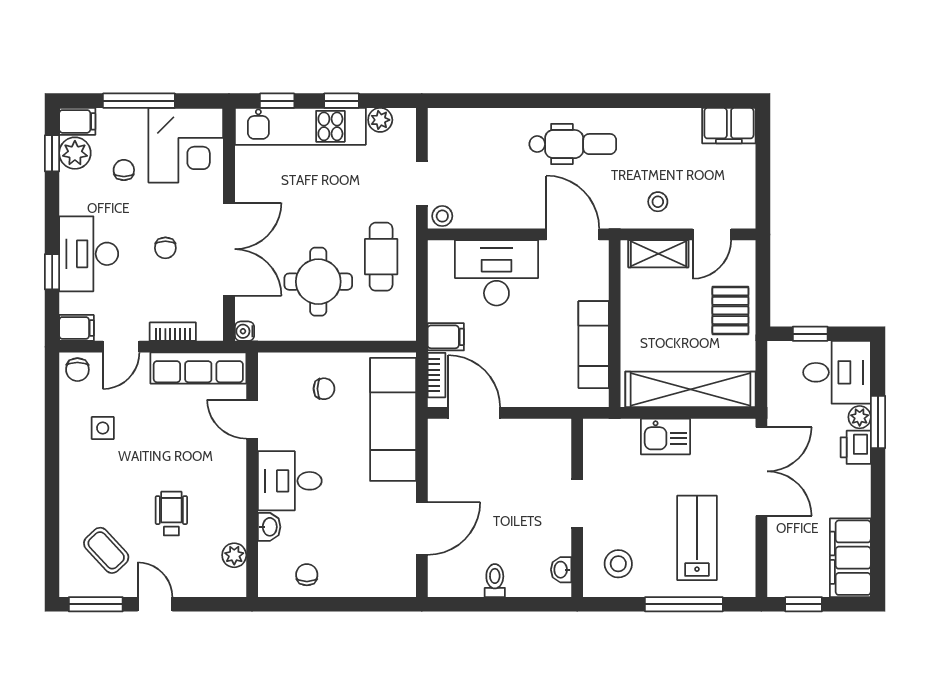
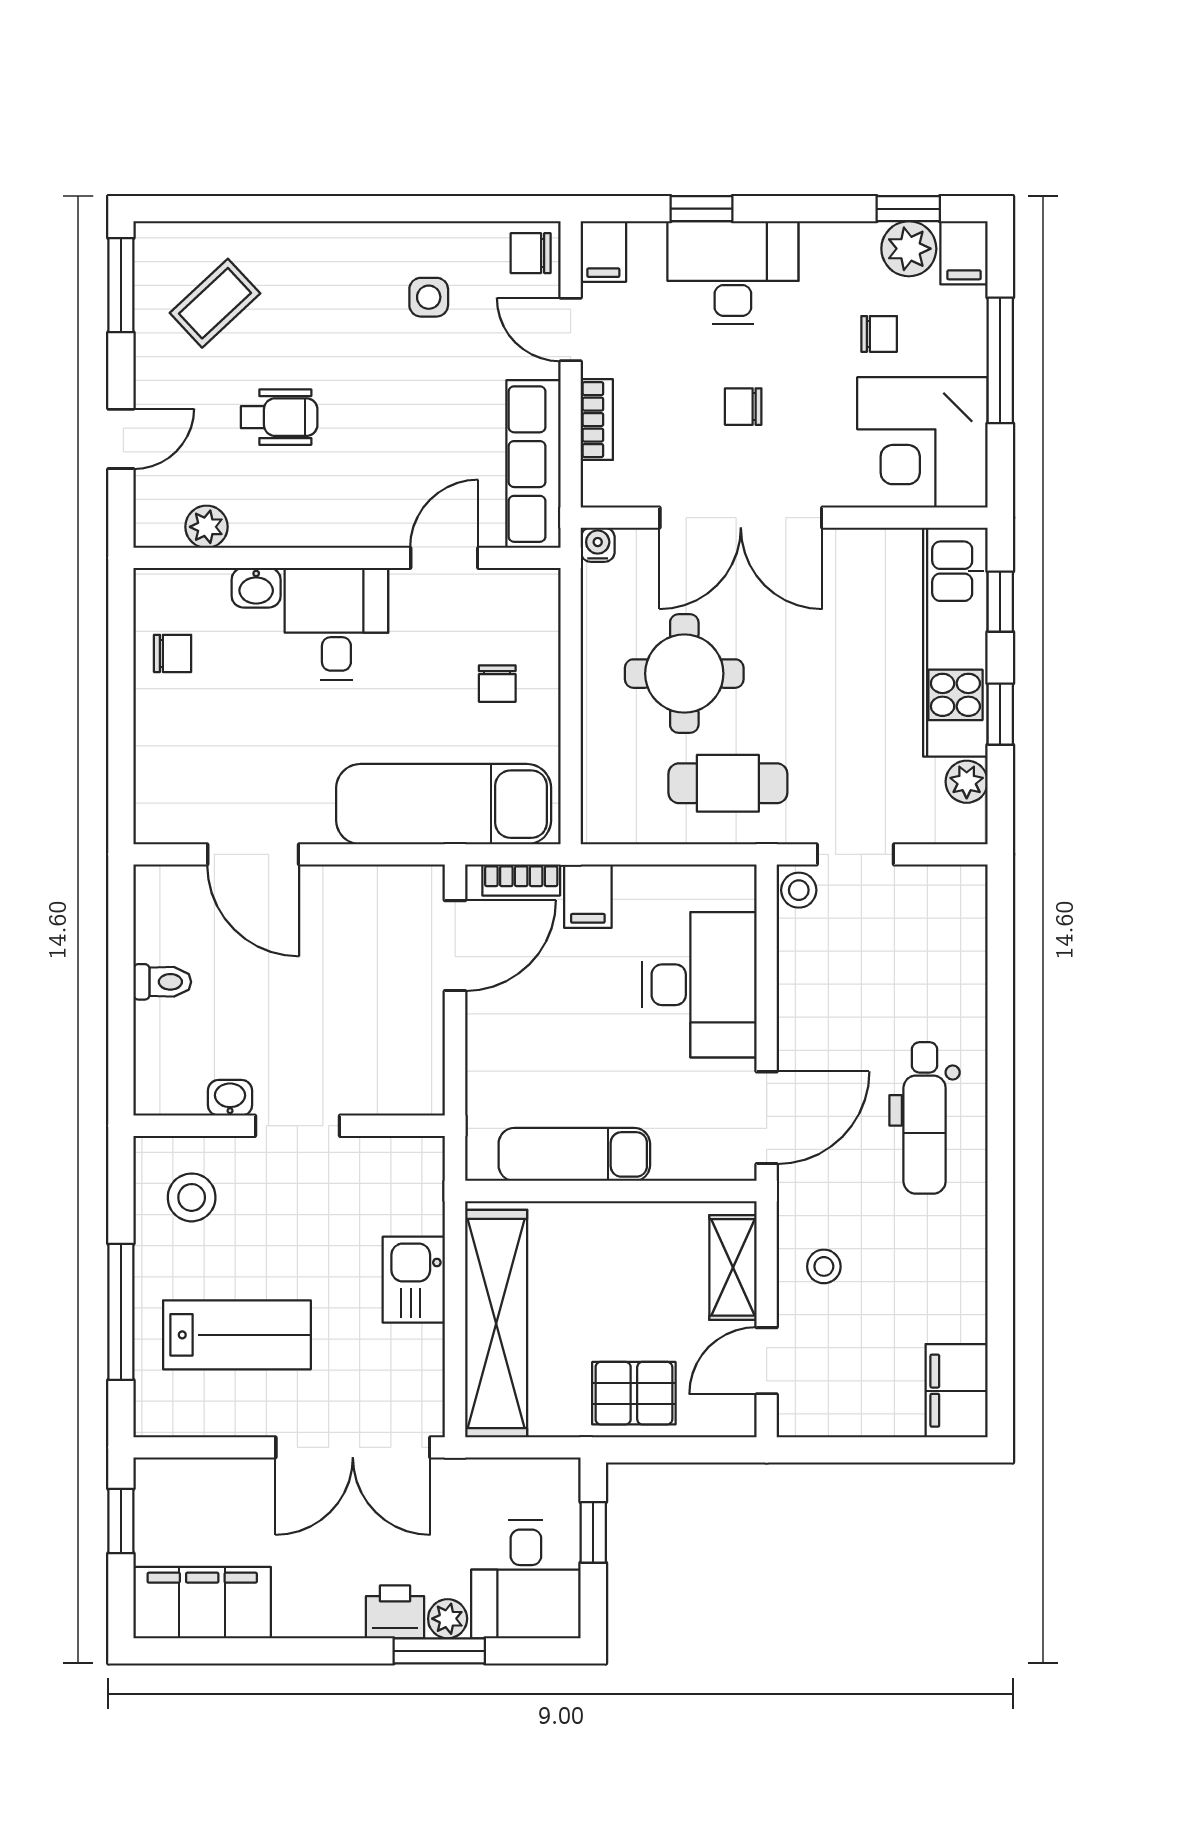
door: (712, 234) -> (767, 1361), hinge flipped
washbasin: (561, 570) -> (230, 1098), moved
door: (155, 604) -> (121, 439), moved

